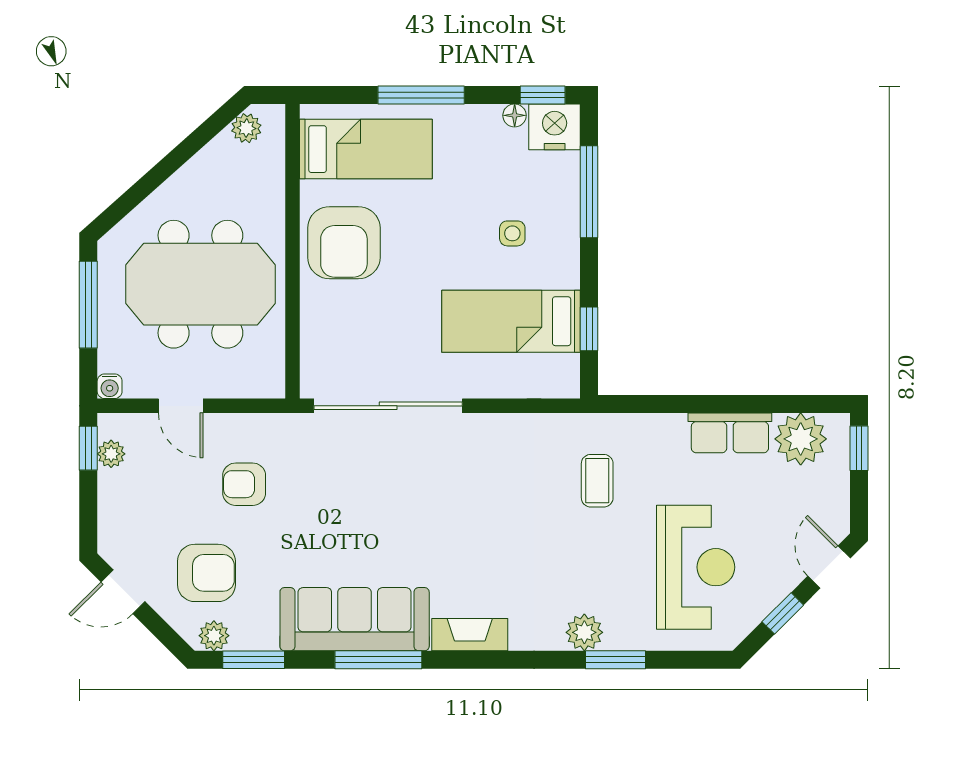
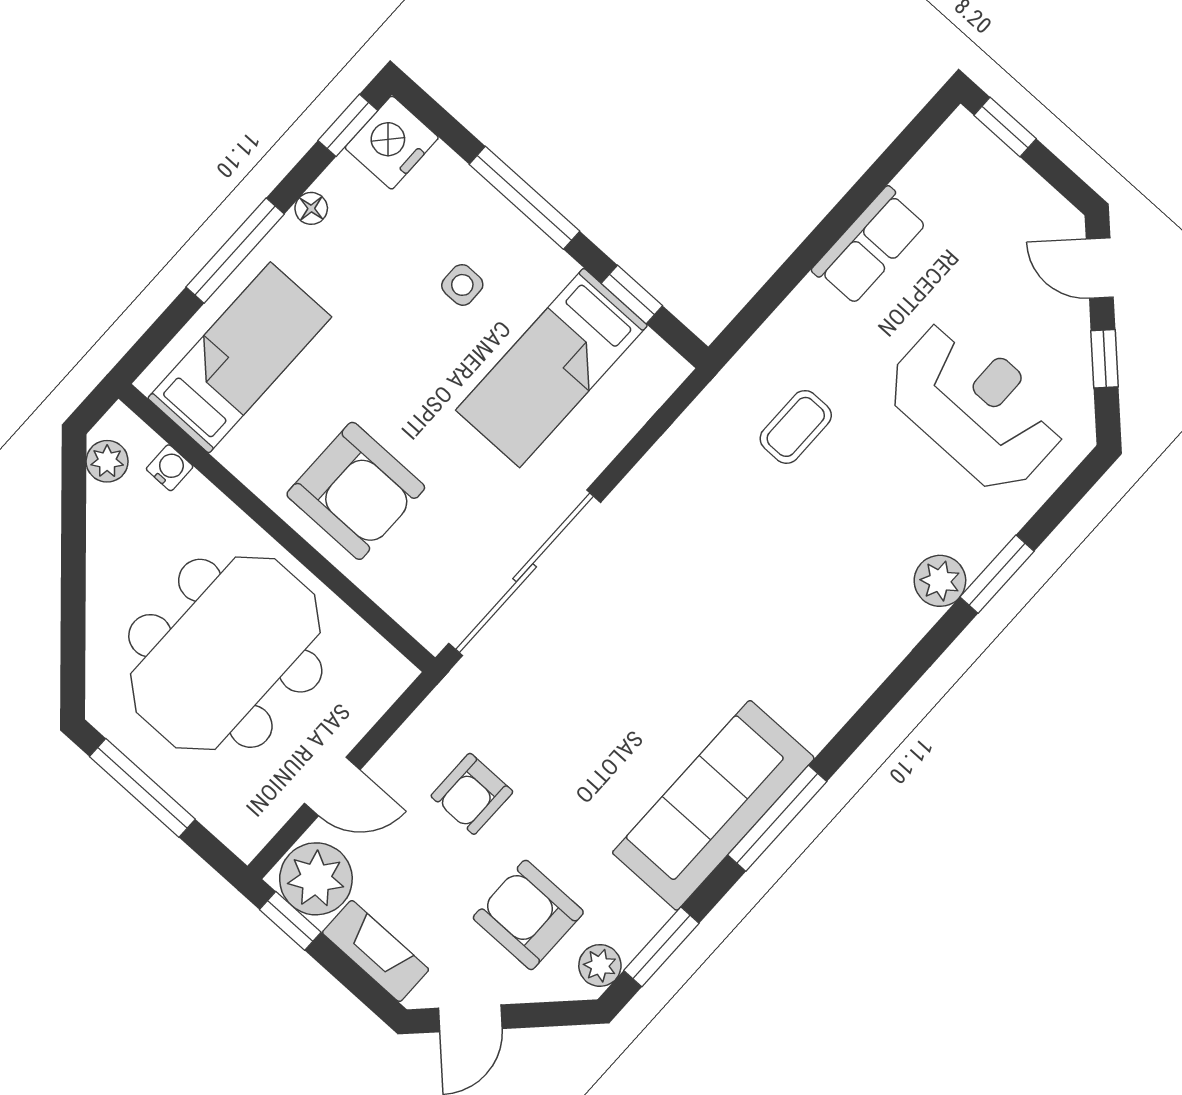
floor lamp: (515, 115) -> (311, 208), moved
window: (589, 192) -> (524, 198), moved
armchair: (344, 243) -> (356, 491), moved
water cooler: (110, 386) -> (170, 468), moved, turned -90
plant: (801, 439) -> (941, 179), removed
plant: (111, 454) -> (316, 879), width x1.88, depth x1.88
coffee table: (597, 481) -> (796, 427), turned 90
armchair: (206, 573) -> (528, 915), turned -90
fireplace: (470, 635) -> (376, 951), moved, turned 90

